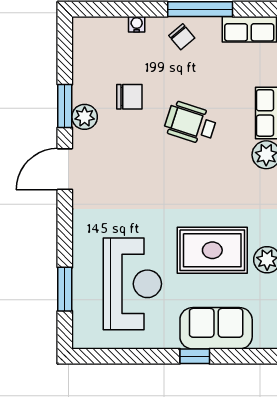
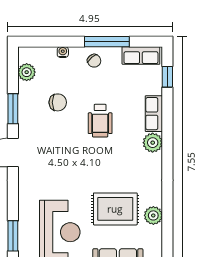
plant: (85, 117) -> (27, 72), moved
wheelchair: (190, 123) -> (100, 121), turned -108

